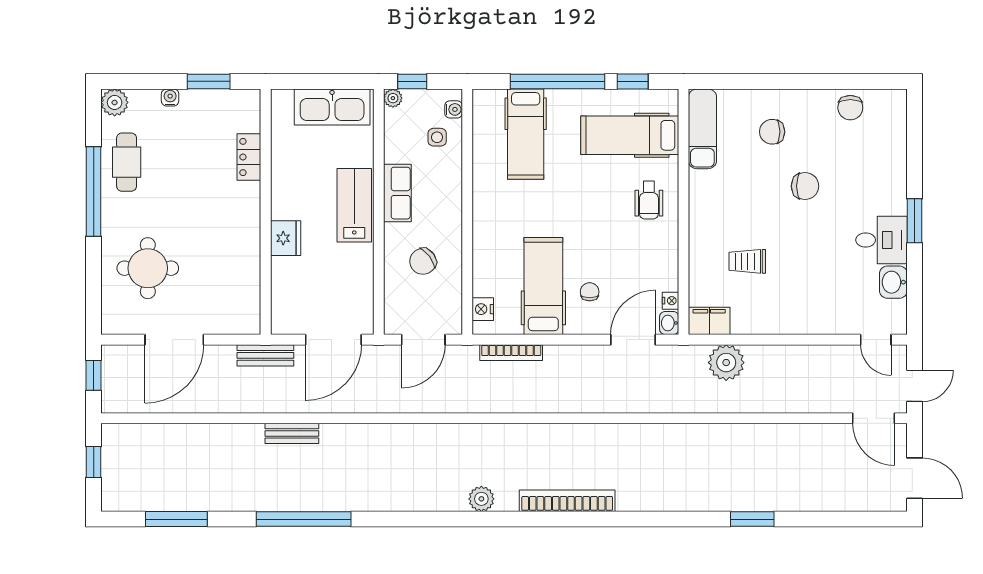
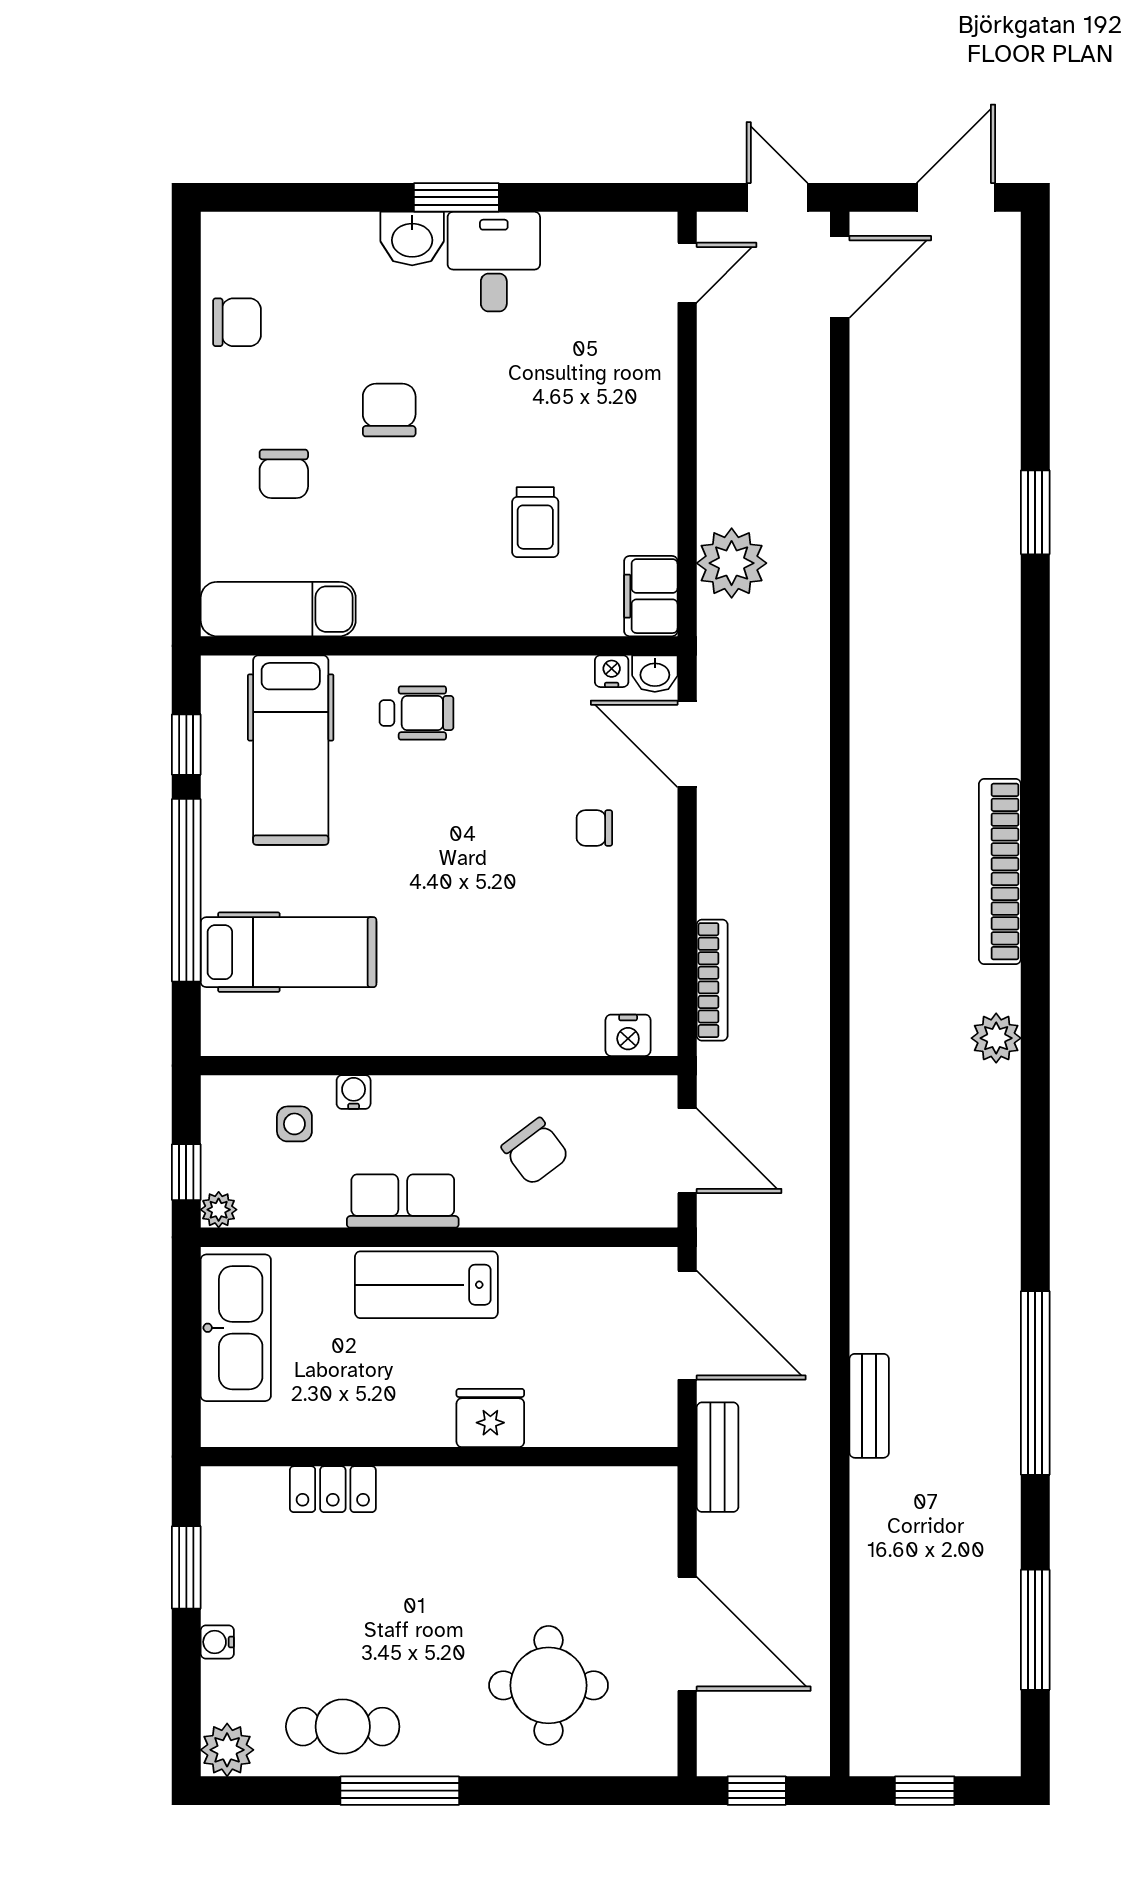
water cooler: (454, 109) -> (354, 1092), moved
window: (94, 192) -> (400, 1791), width x0.68
washbasin: (893, 282) -> (412, 239), moved
hospital bed: (543, 286) -> (583, 918), removed

